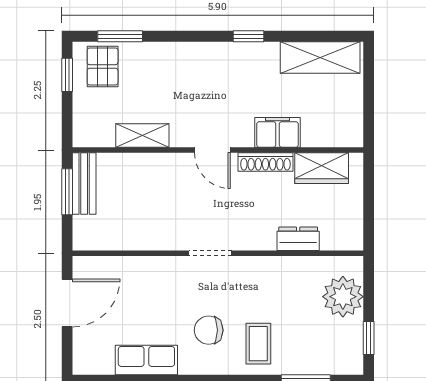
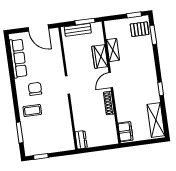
filing cabinet: (277, 132) -> (125, 132), moved
wardrobe: (322, 168) -> (100, 57), moved
bench: (84, 183) -> (78, 30), moved
dresser: (298, 239) -> (81, 140), moved
plant: (343, 297) -> (57, 143), removed
row of seats: (146, 360) -> (18, 58), width x1.48

